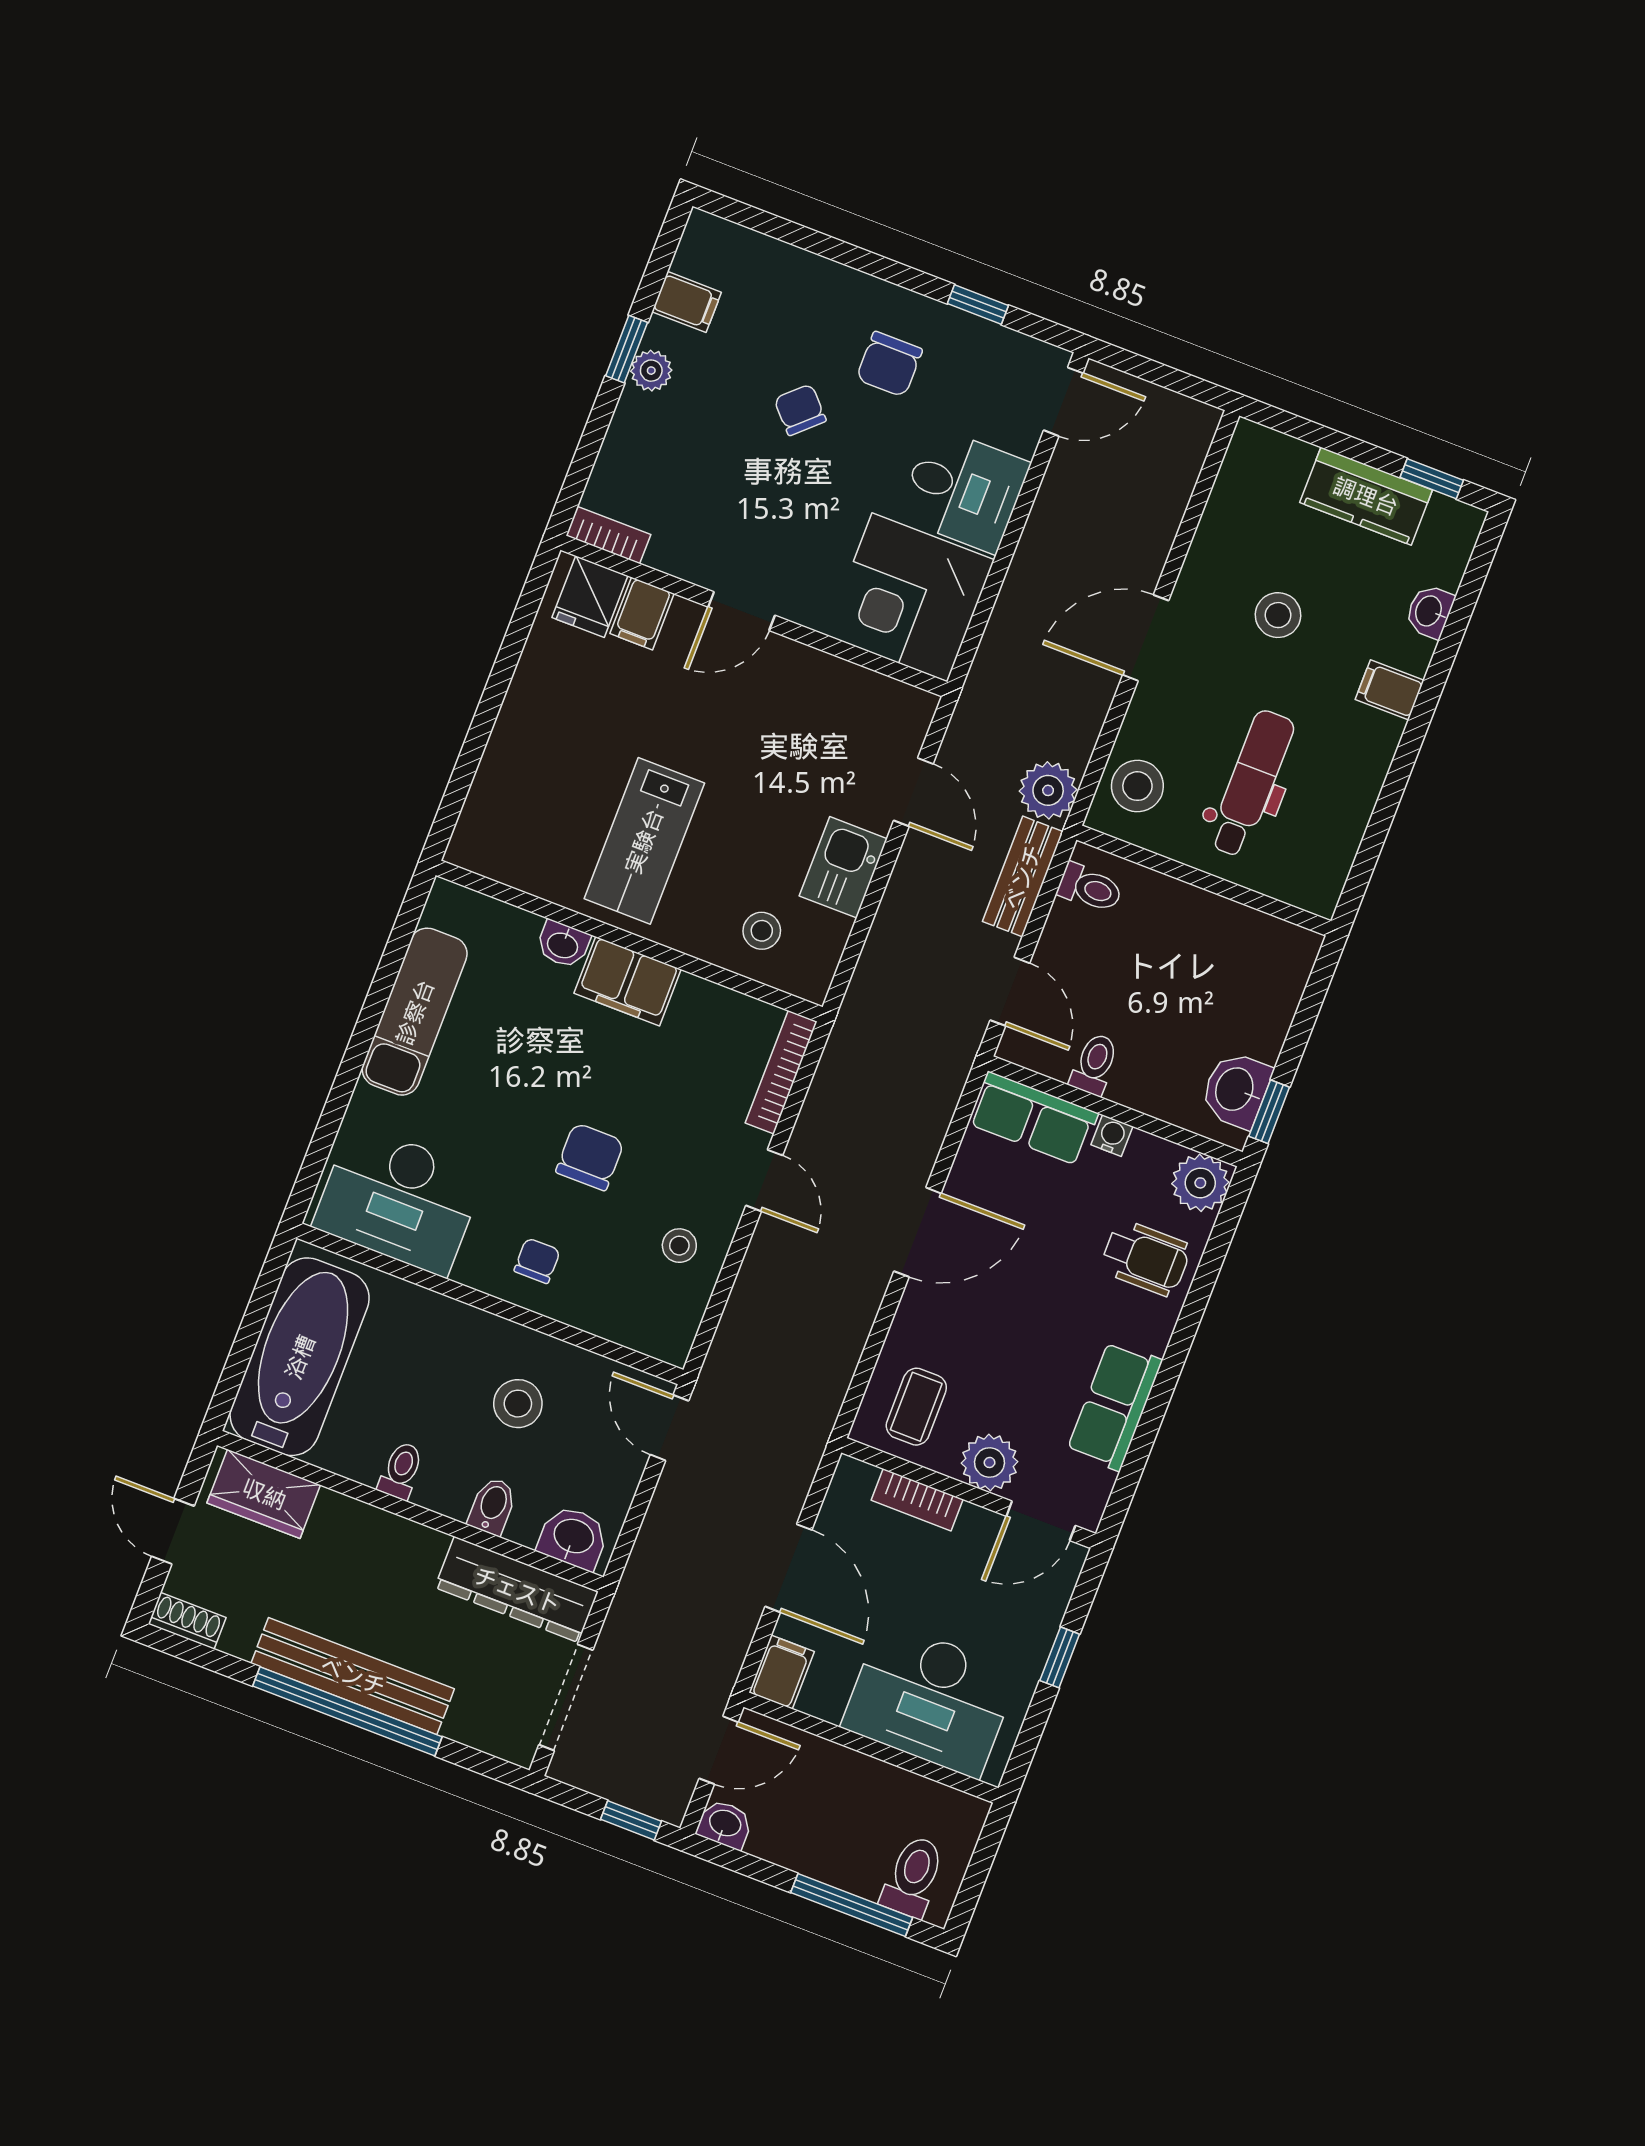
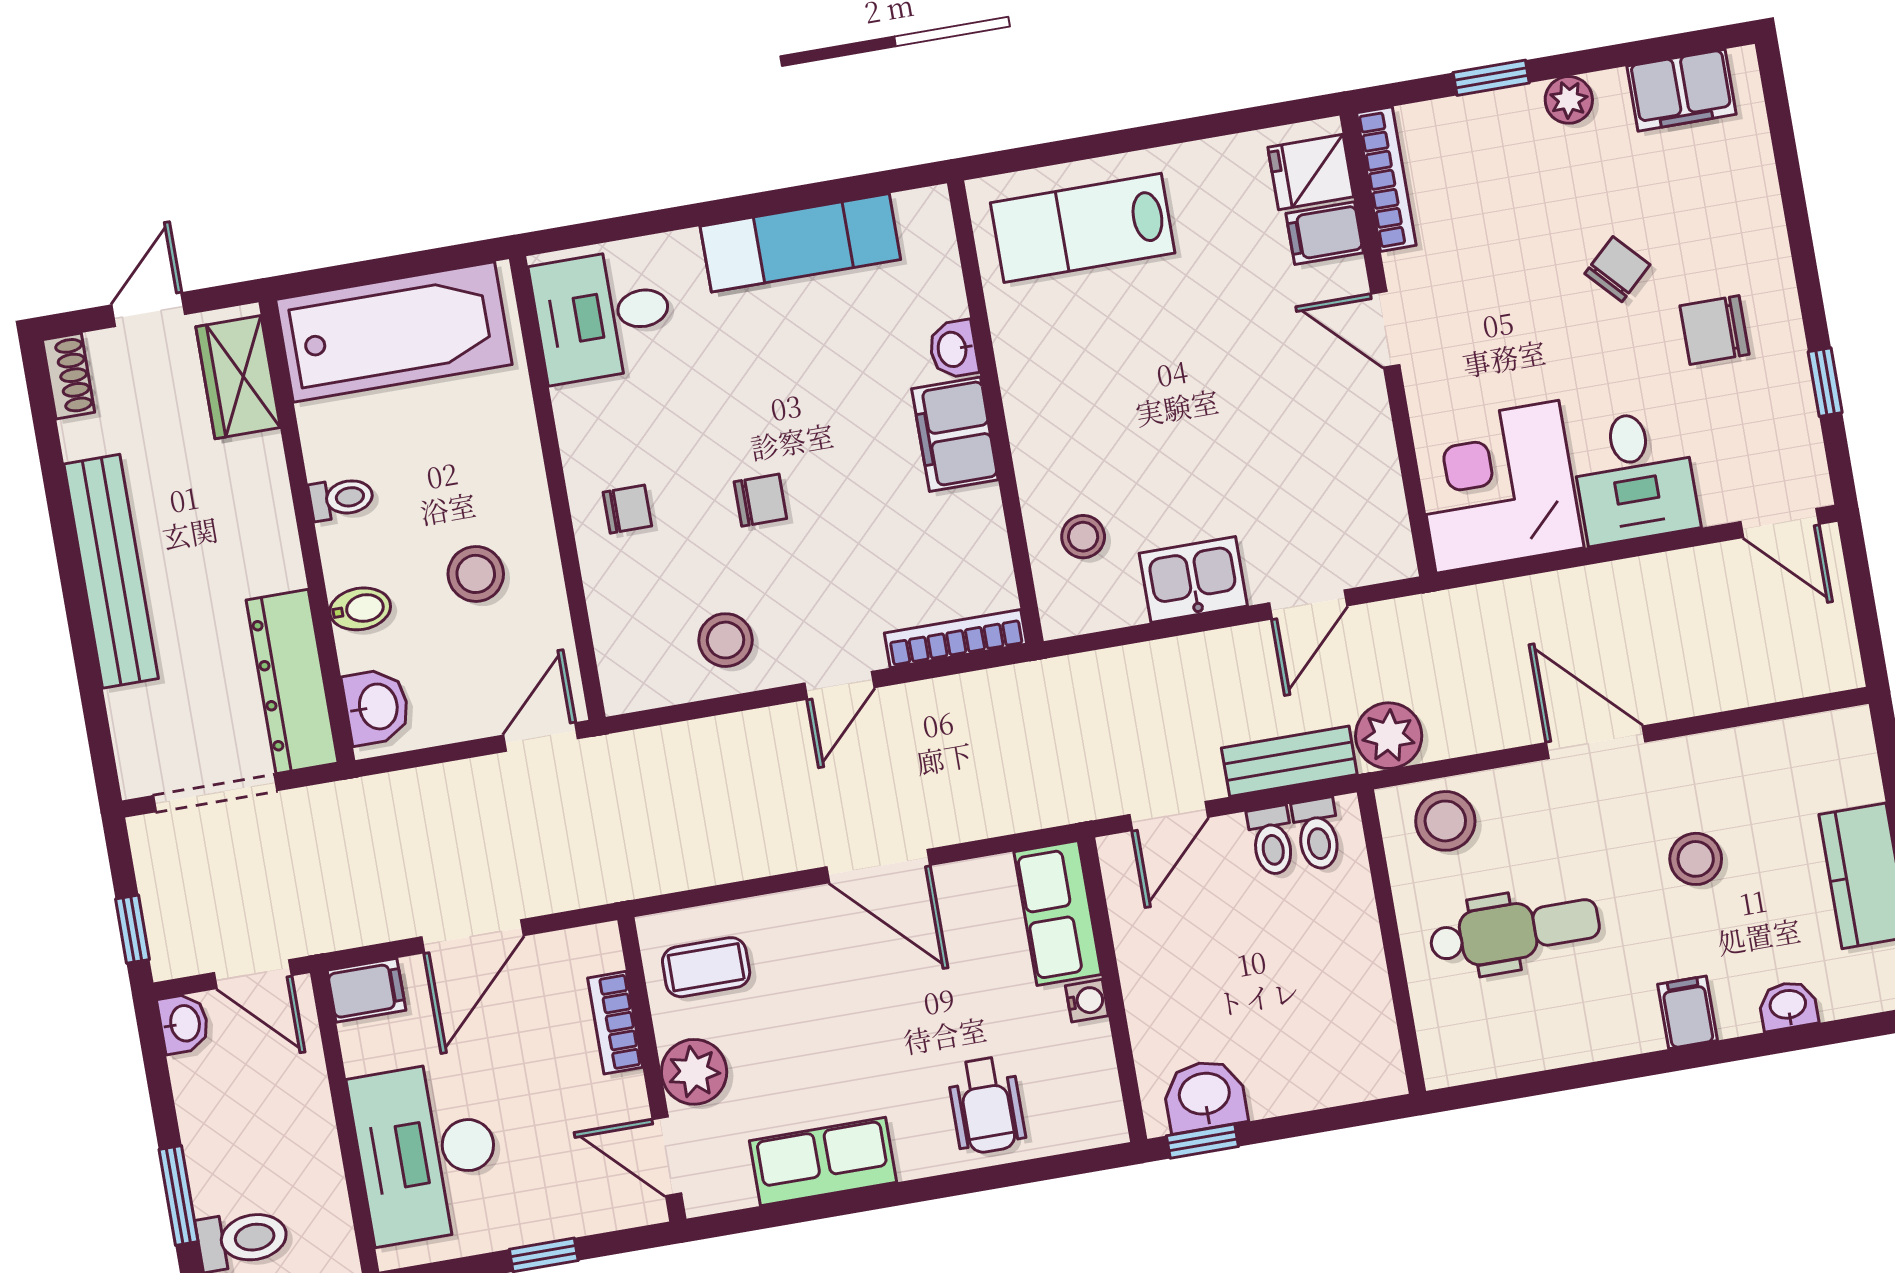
filing cabinet: (687, 302) -> (1681, 90), width x2.00
window: (627, 349) -> (1491, 78), moved
bookcase: (608, 535) -> (1386, 179), width x1.56
lab bench: (644, 841) -> (1083, 228), moved
toilet: (1094, 1064) -> (1272, 841), moved, turned 90
chair: (590, 1157) -> (760, 500), width x0.73, depth x0.73
plant: (1200, 1183) -> (1092, 1115), removed
desk: (399, 1200) -> (603, 315), width x0.73
stool: (679, 1246) -> (726, 640), width x1.37, depth x1.37
window: (347, 1711) -> (73, 587), removed
window: (852, 1905) -> (179, 1196), width x0.69

